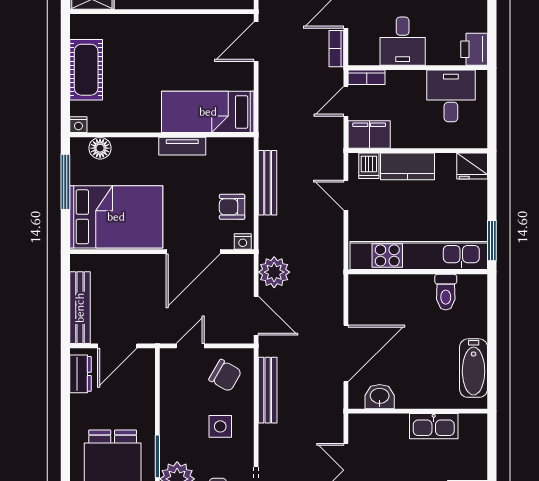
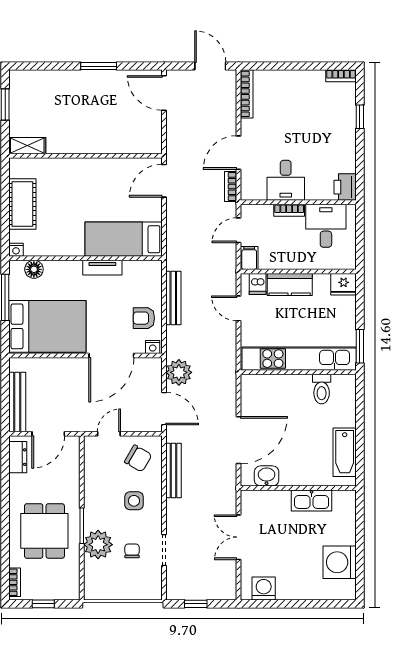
bookcase: (367, 77) -> (289, 210), moved
filing cabinet: (369, 135) -> (249, 258), width x0.50

